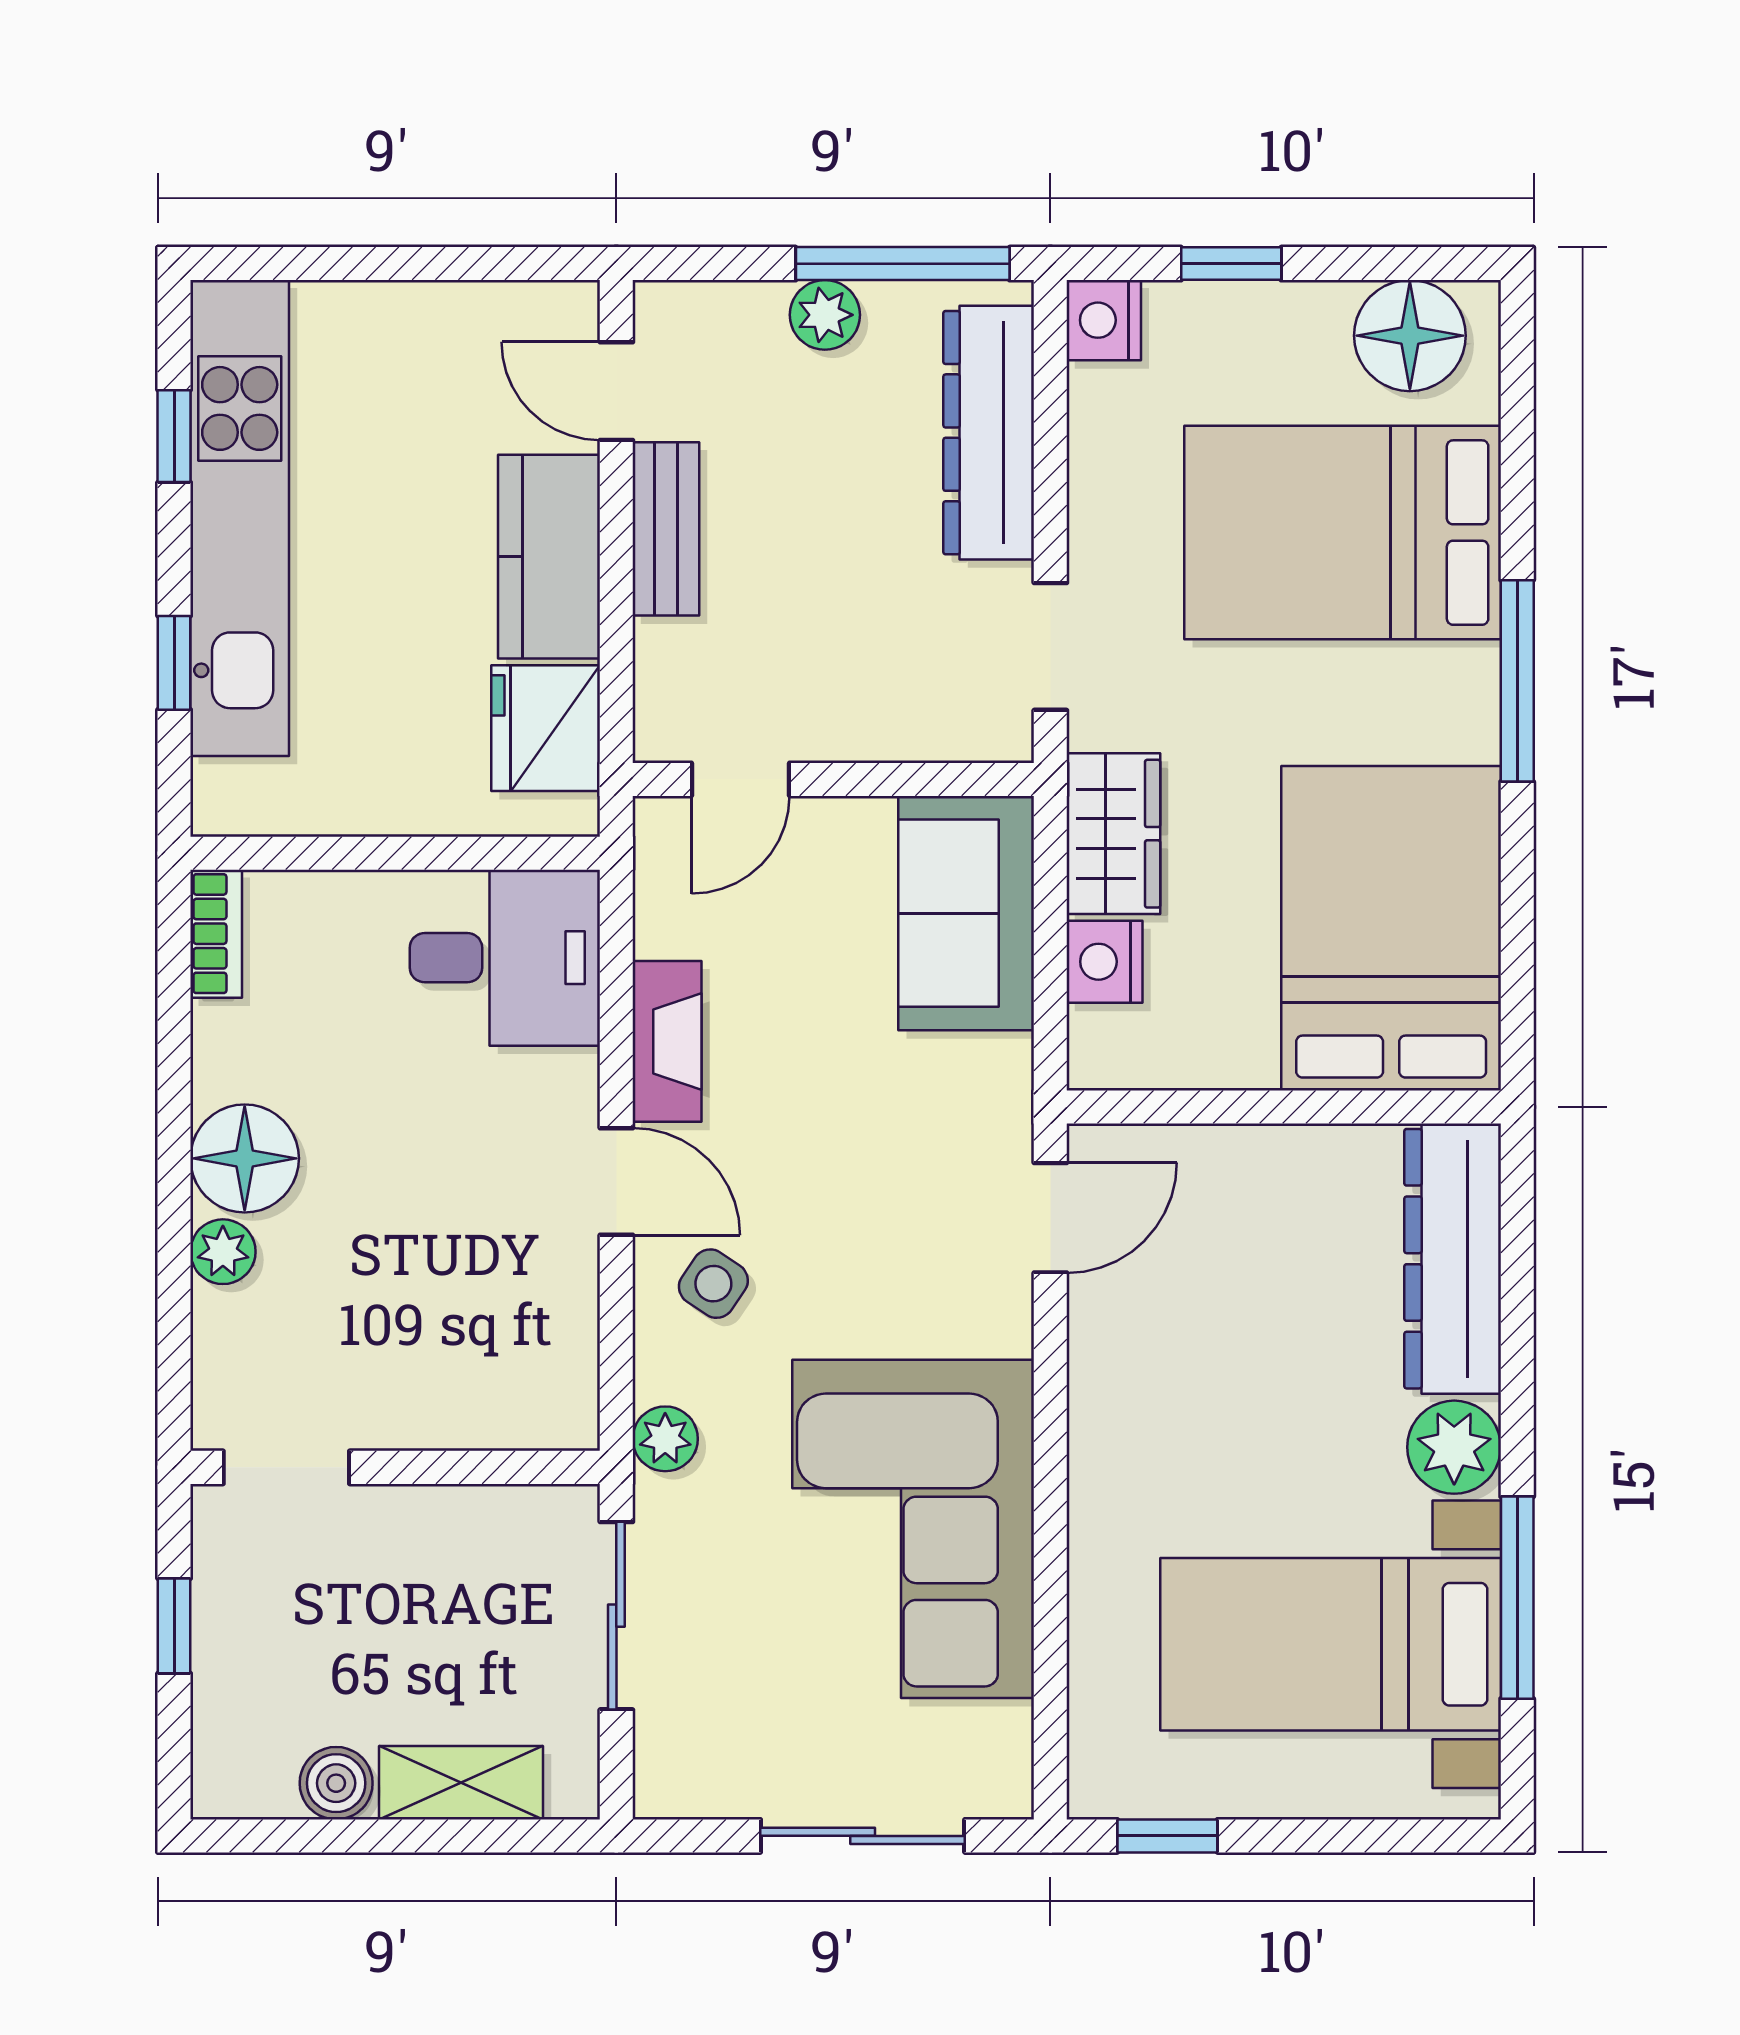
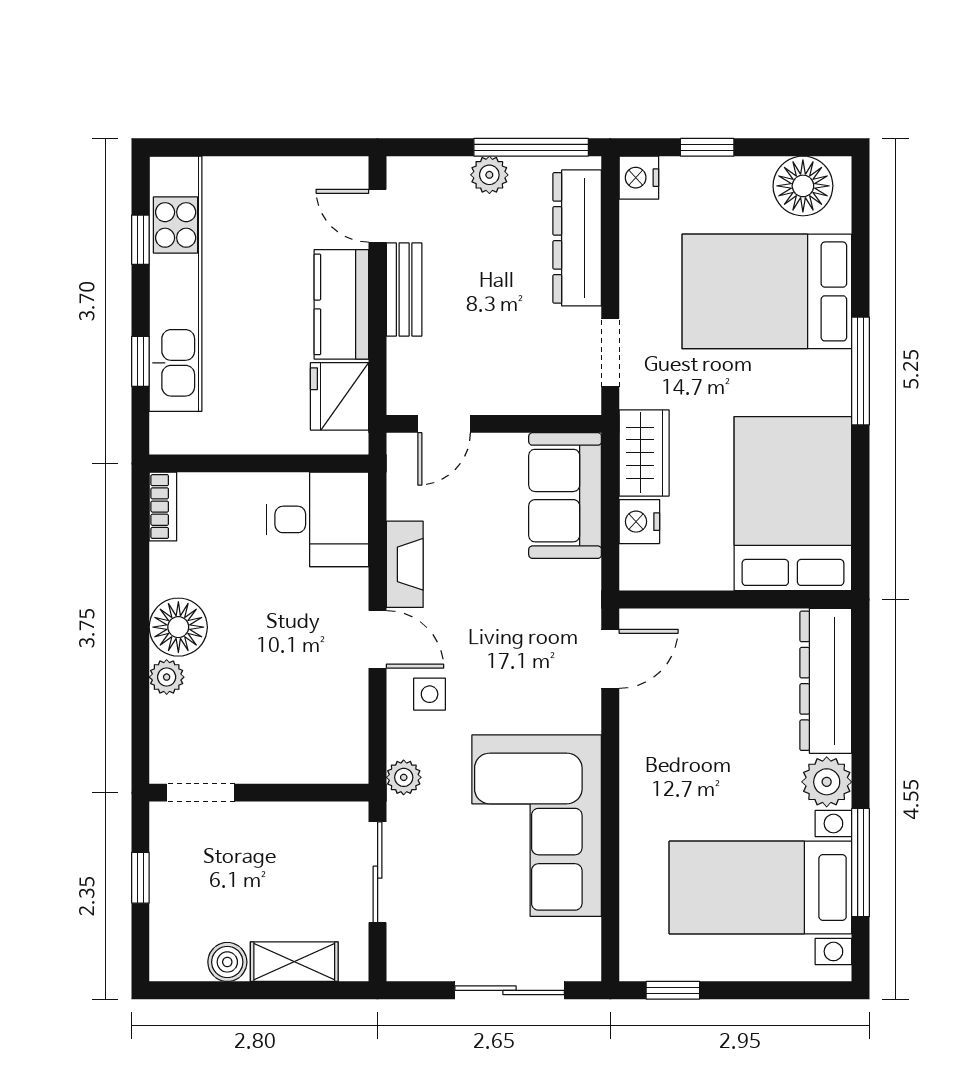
side table: (713, 1284) -> (430, 694), turned -34

